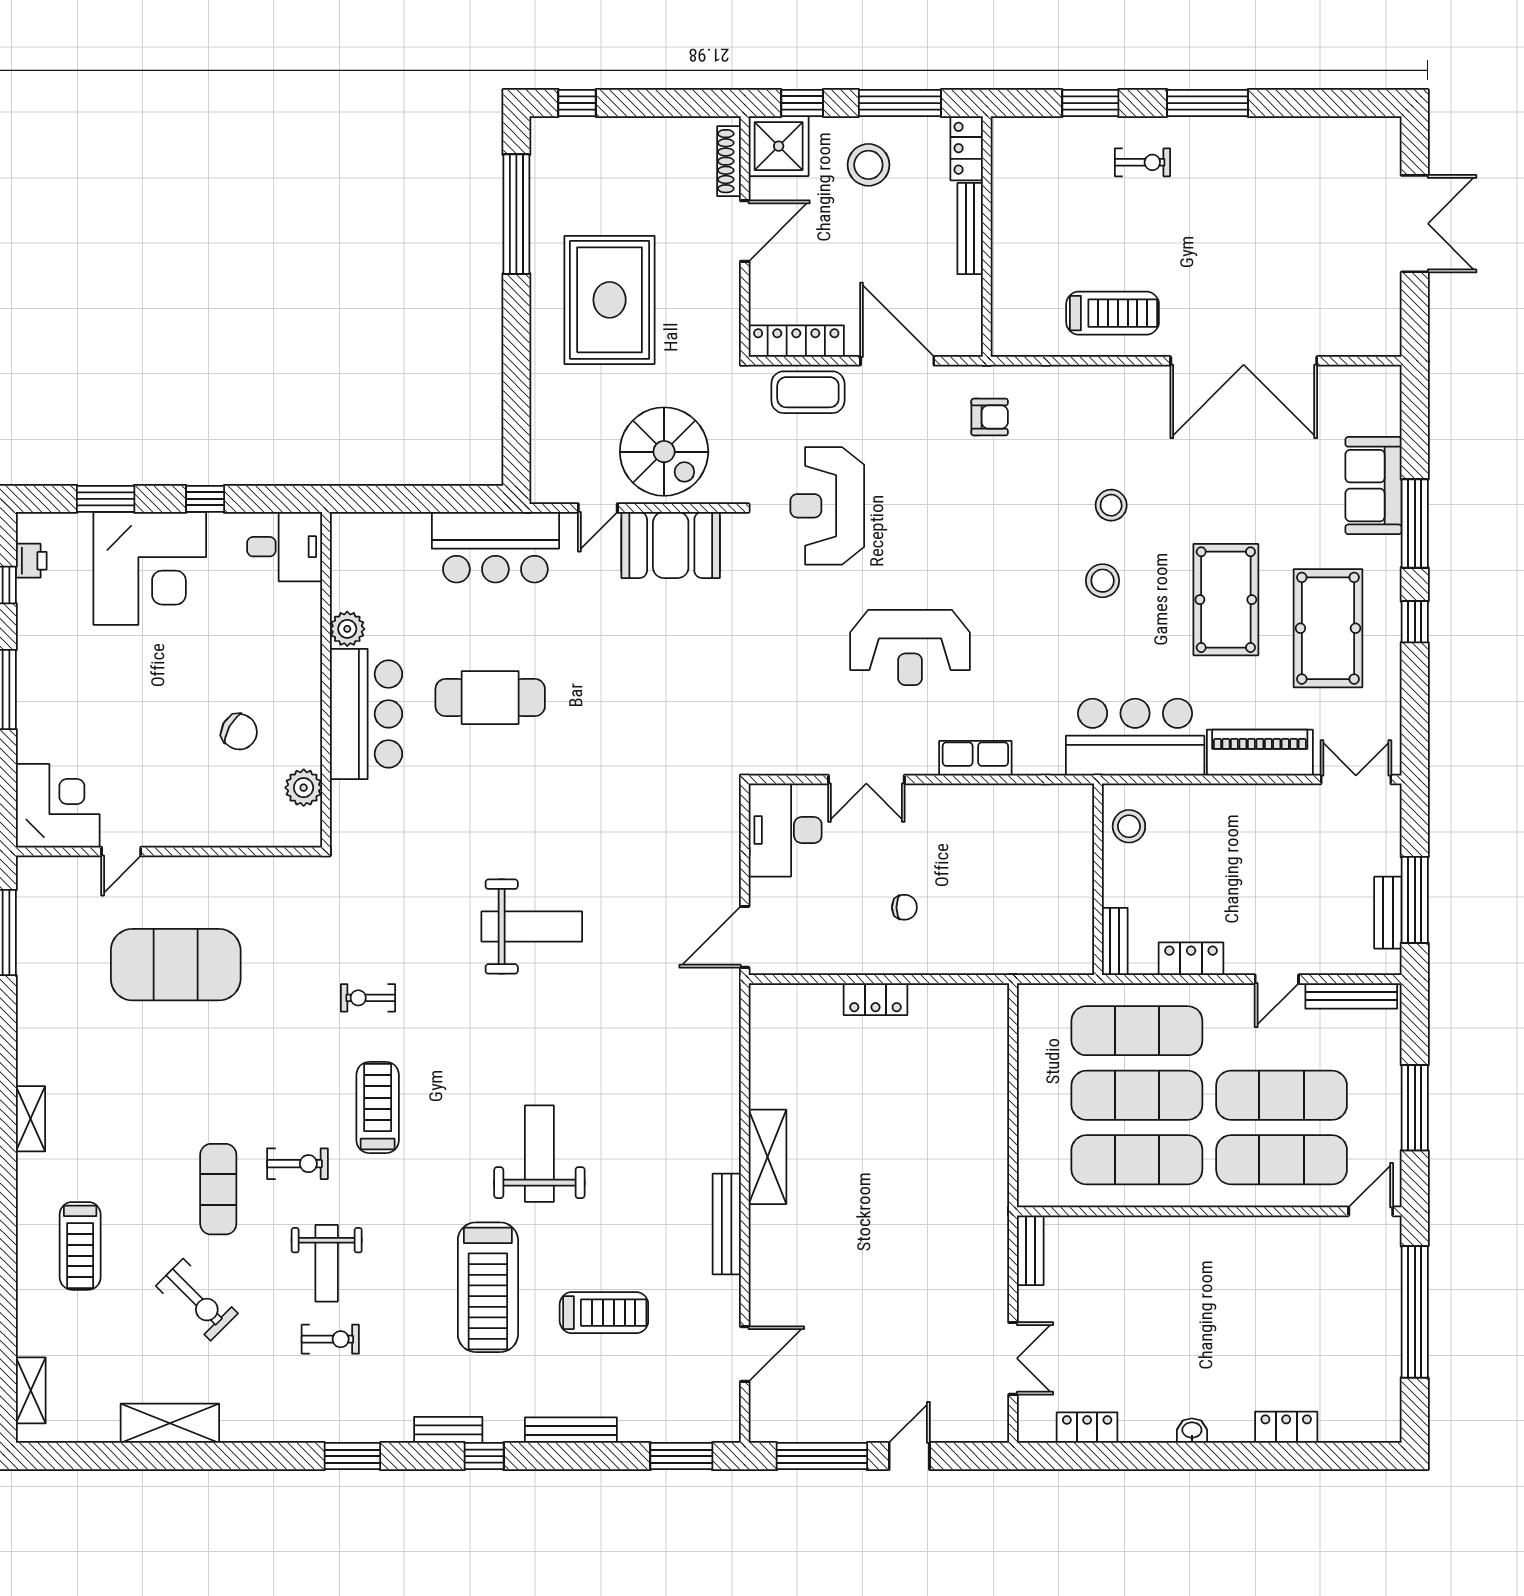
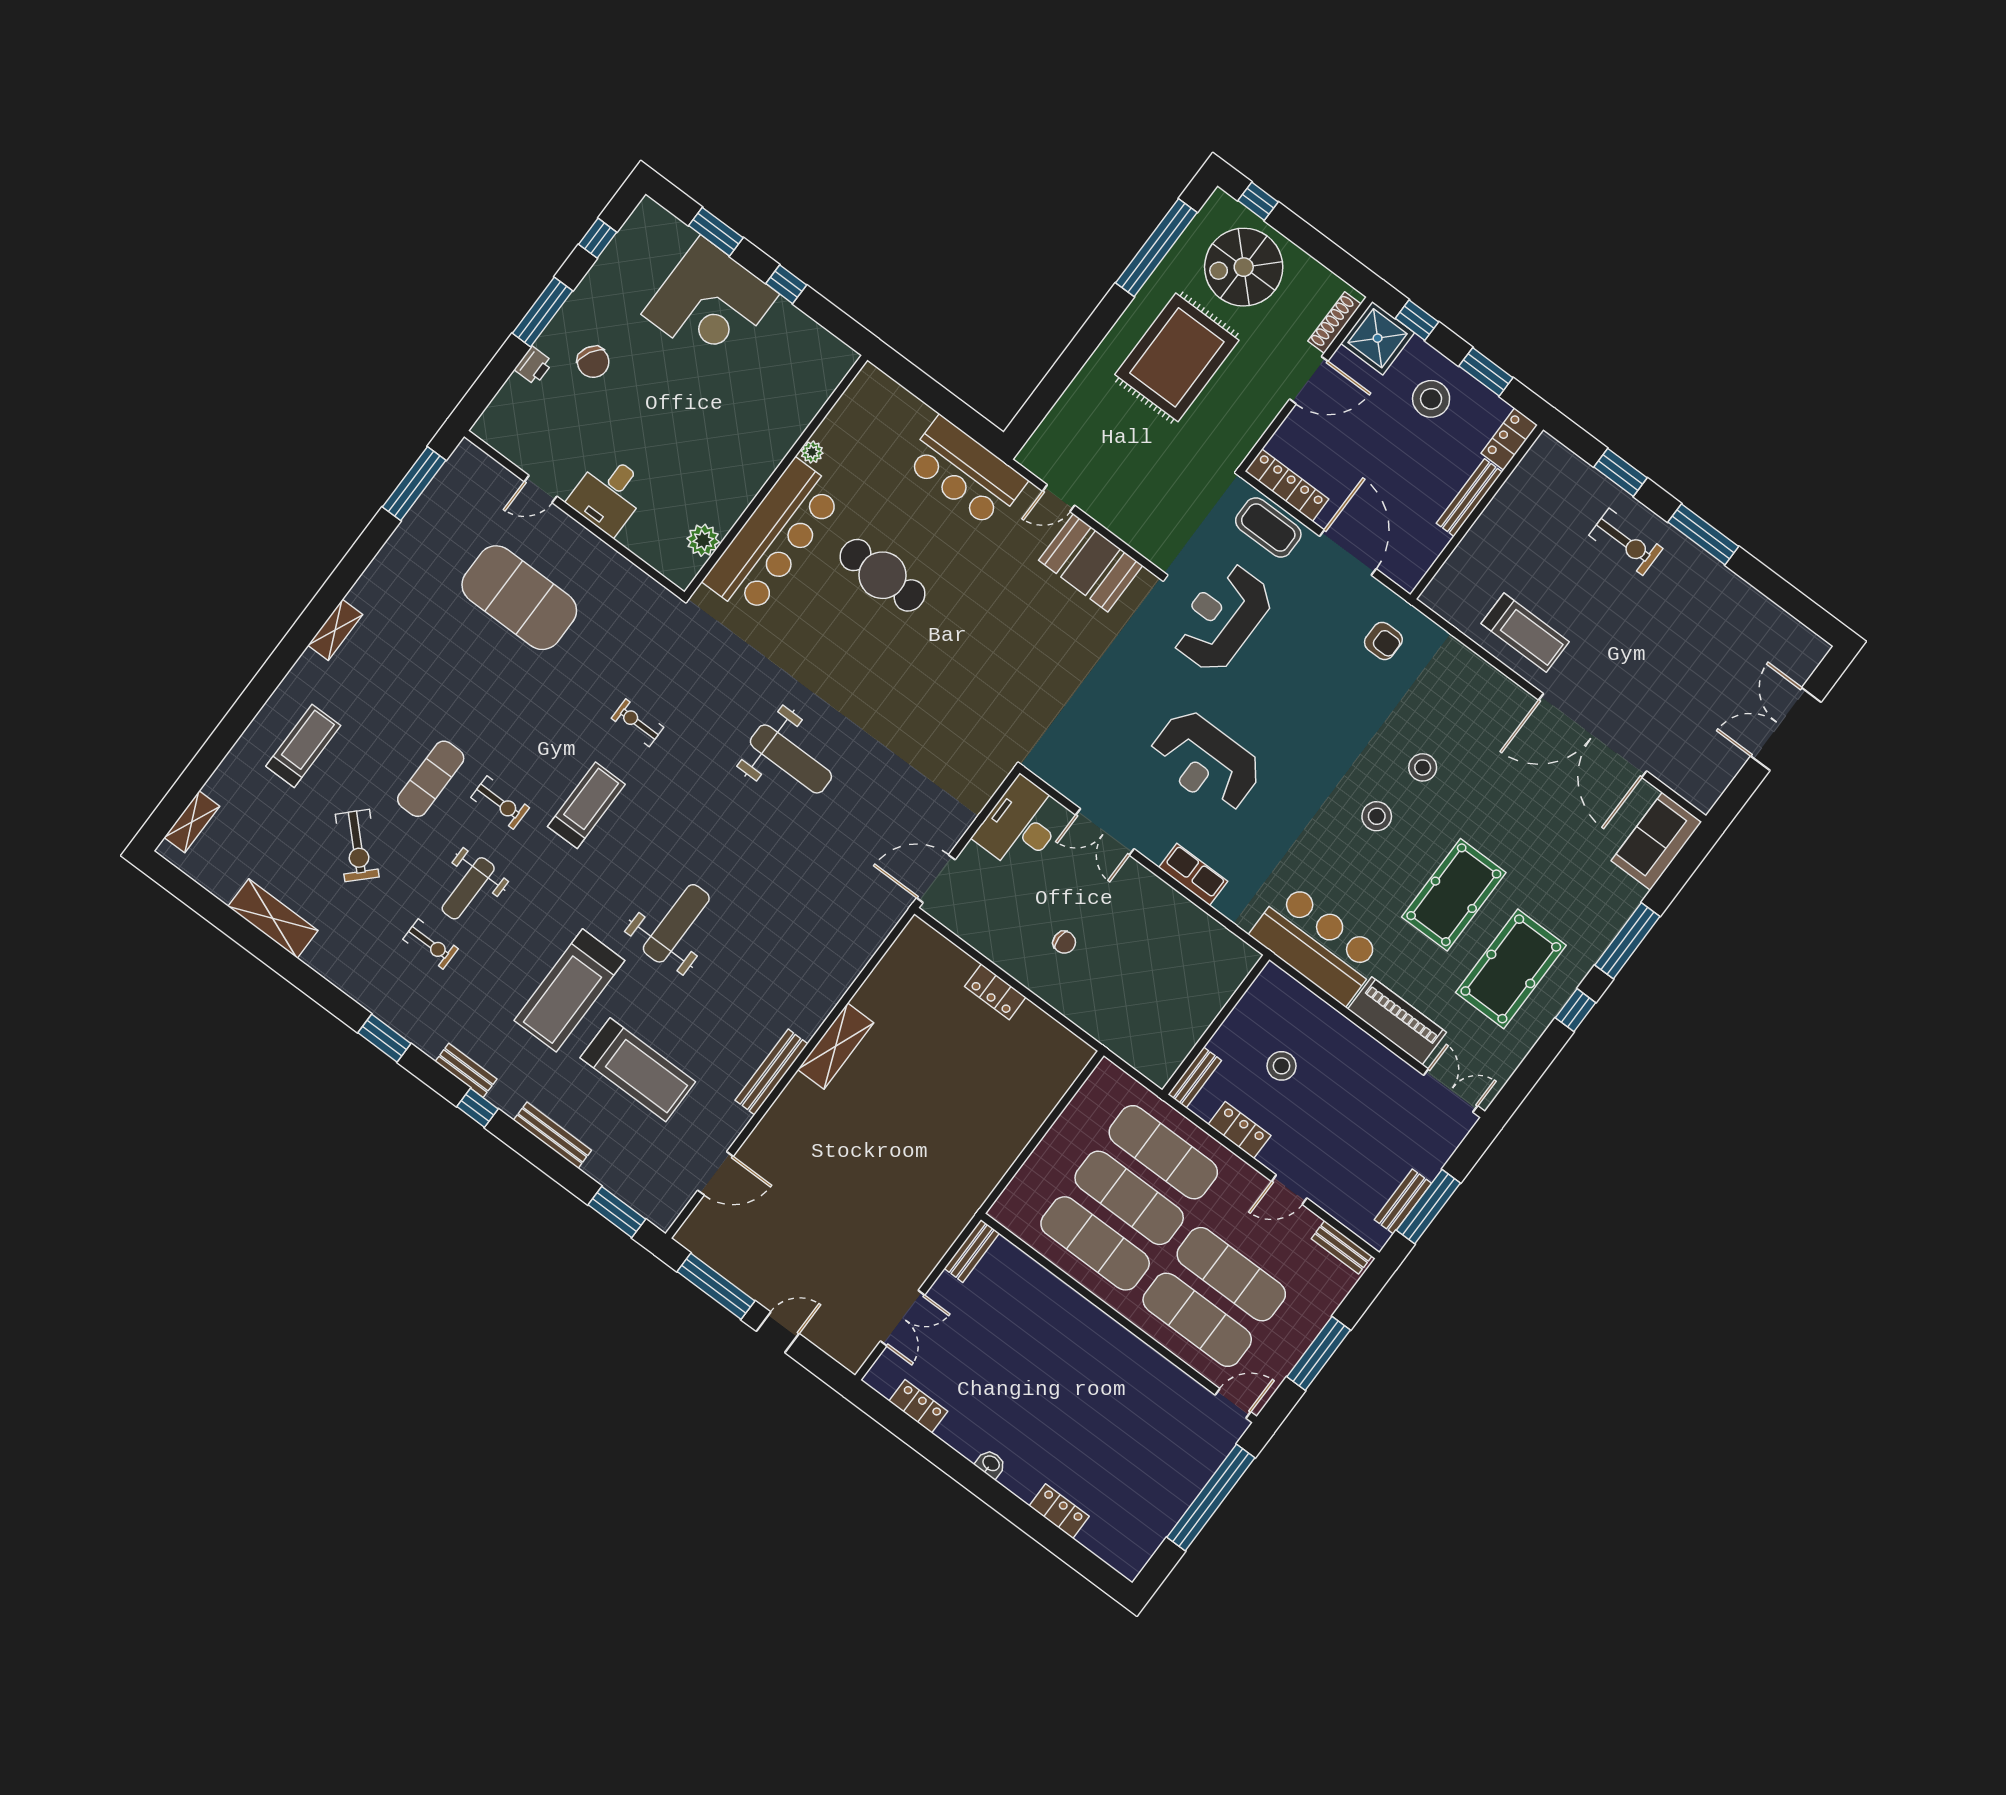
window: (900, 103) -> (1486, 372), width x0.69
exercise bike: (1142, 162) -> (1626, 542), width x1.38, depth x1.39
double door: (1415, 224) -> (1786, 729), swing flipped
spiral stairs: (664, 452) -> (1244, 267), moved, turned 90
sofa: (1373, 486) -> (1656, 841), moved
desk: (285, 547) -> (609, 494), moved, turned 90
printer: (31, 561) -> (534, 366), moved
plant: (347, 629) -> (812, 452), width x0.73, depth x0.73
bar counter: (366, 714) -> (774, 538), width x1.36
chair: (239, 732) -> (593, 362), moved
corner desk: (58, 806) -> (520, 423), removed
stool: (1129, 826) -> (1282, 1066), moved
bench: (1351, 996) -> (1342, 1247), width x0.73
treadmill: (80, 1246) -> (303, 746), turned 180
treadmill: (604, 1313) -> (638, 1070), width x1.37, depth x1.38

